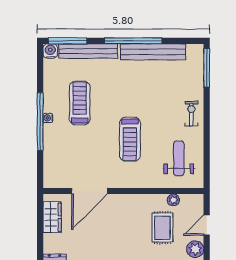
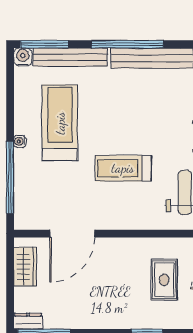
treadmill: (80, 103) -> (60, 123), width x1.37, depth x1.38
window: (40, 121) -> (10, 177), moved
treadmill: (130, 139) -> (123, 168), turned 90
plant: (173, 200) -> (178, 245), removed

